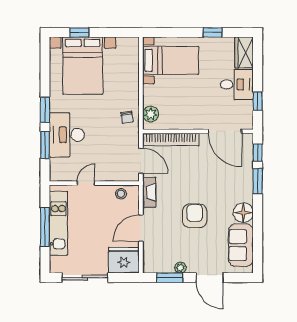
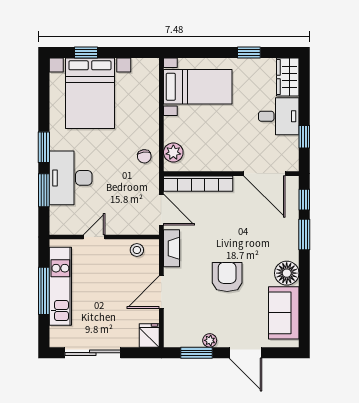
fridge: (124, 260) -> (149, 335), width x0.53, depth x0.75

